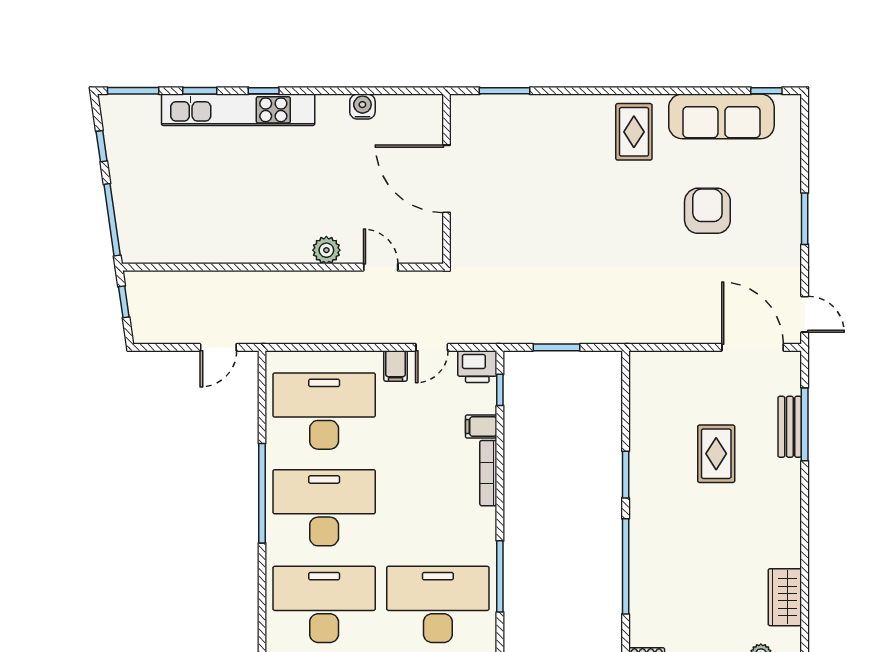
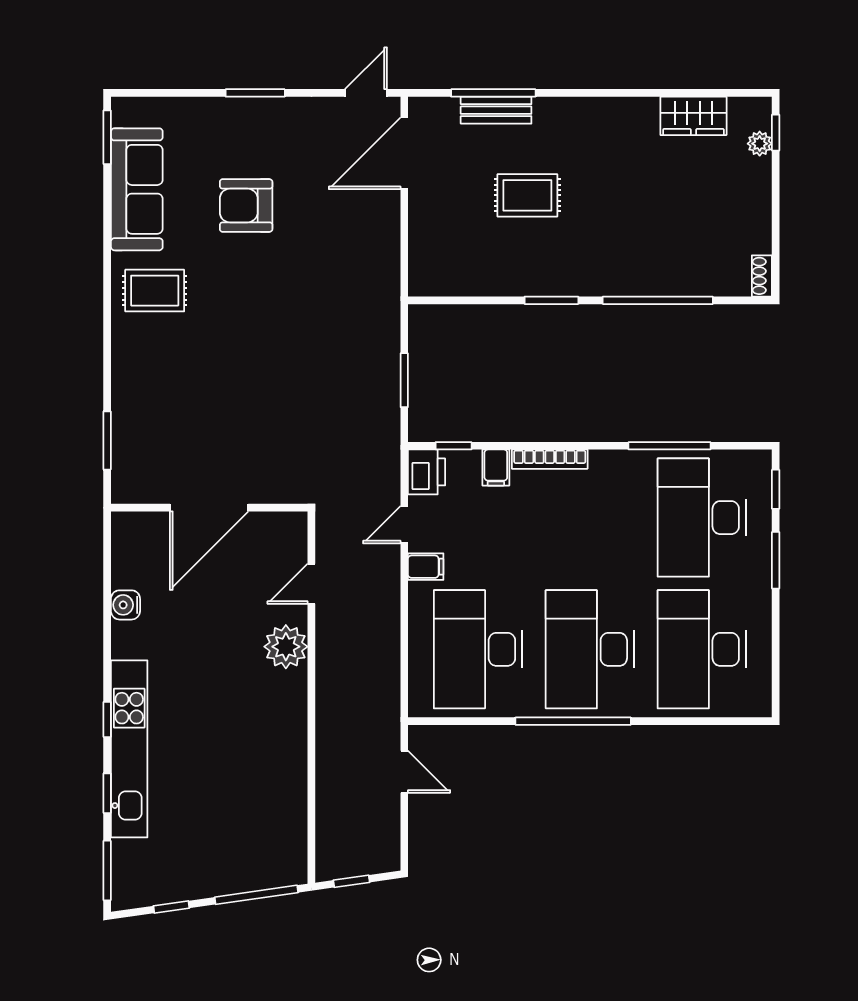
window: (766, 91) -> (107, 137), width x1.50
plant: (326, 250) -> (286, 647), width x1.36, depth x1.36
door: (432, 347) -> (404, 525), swing flipped

